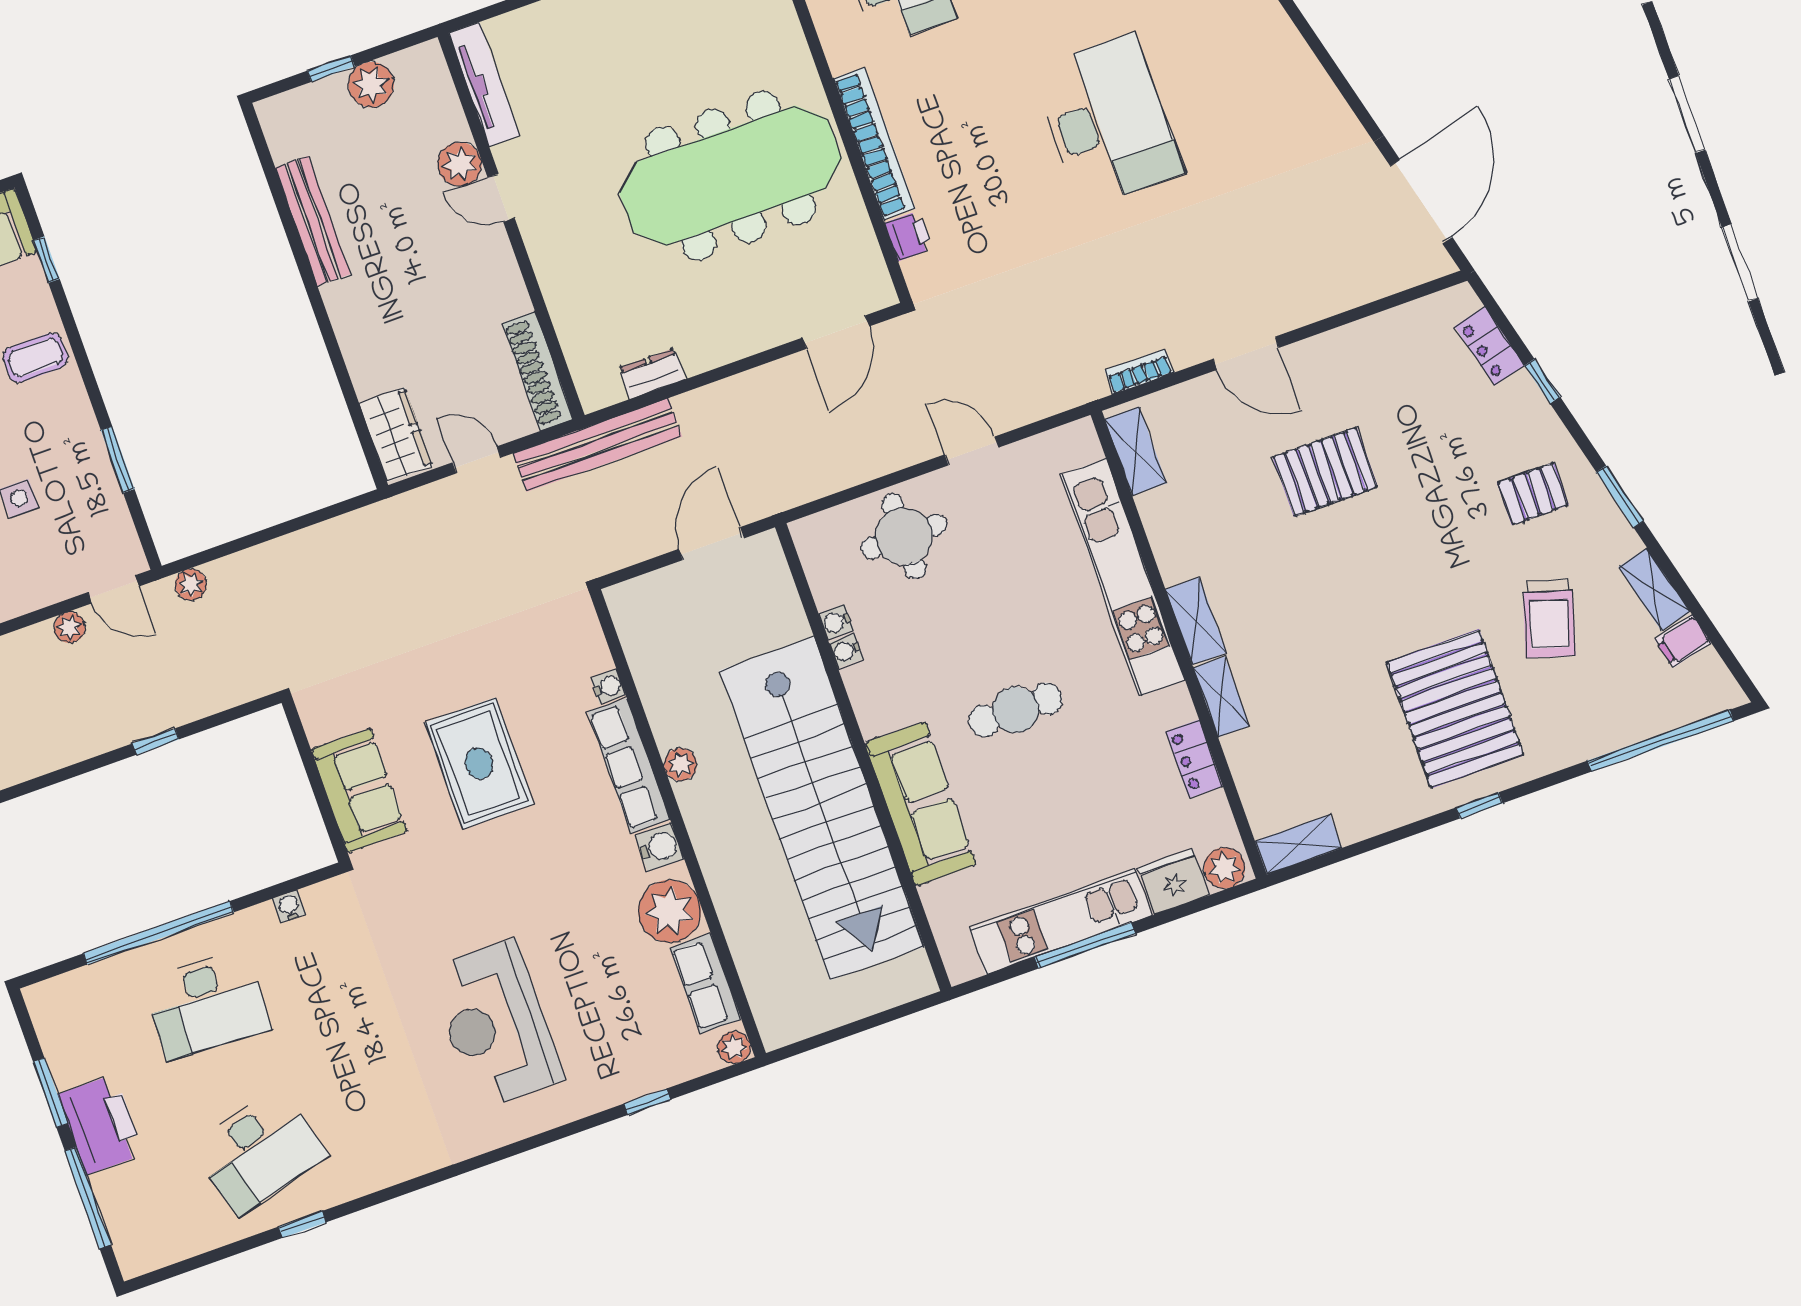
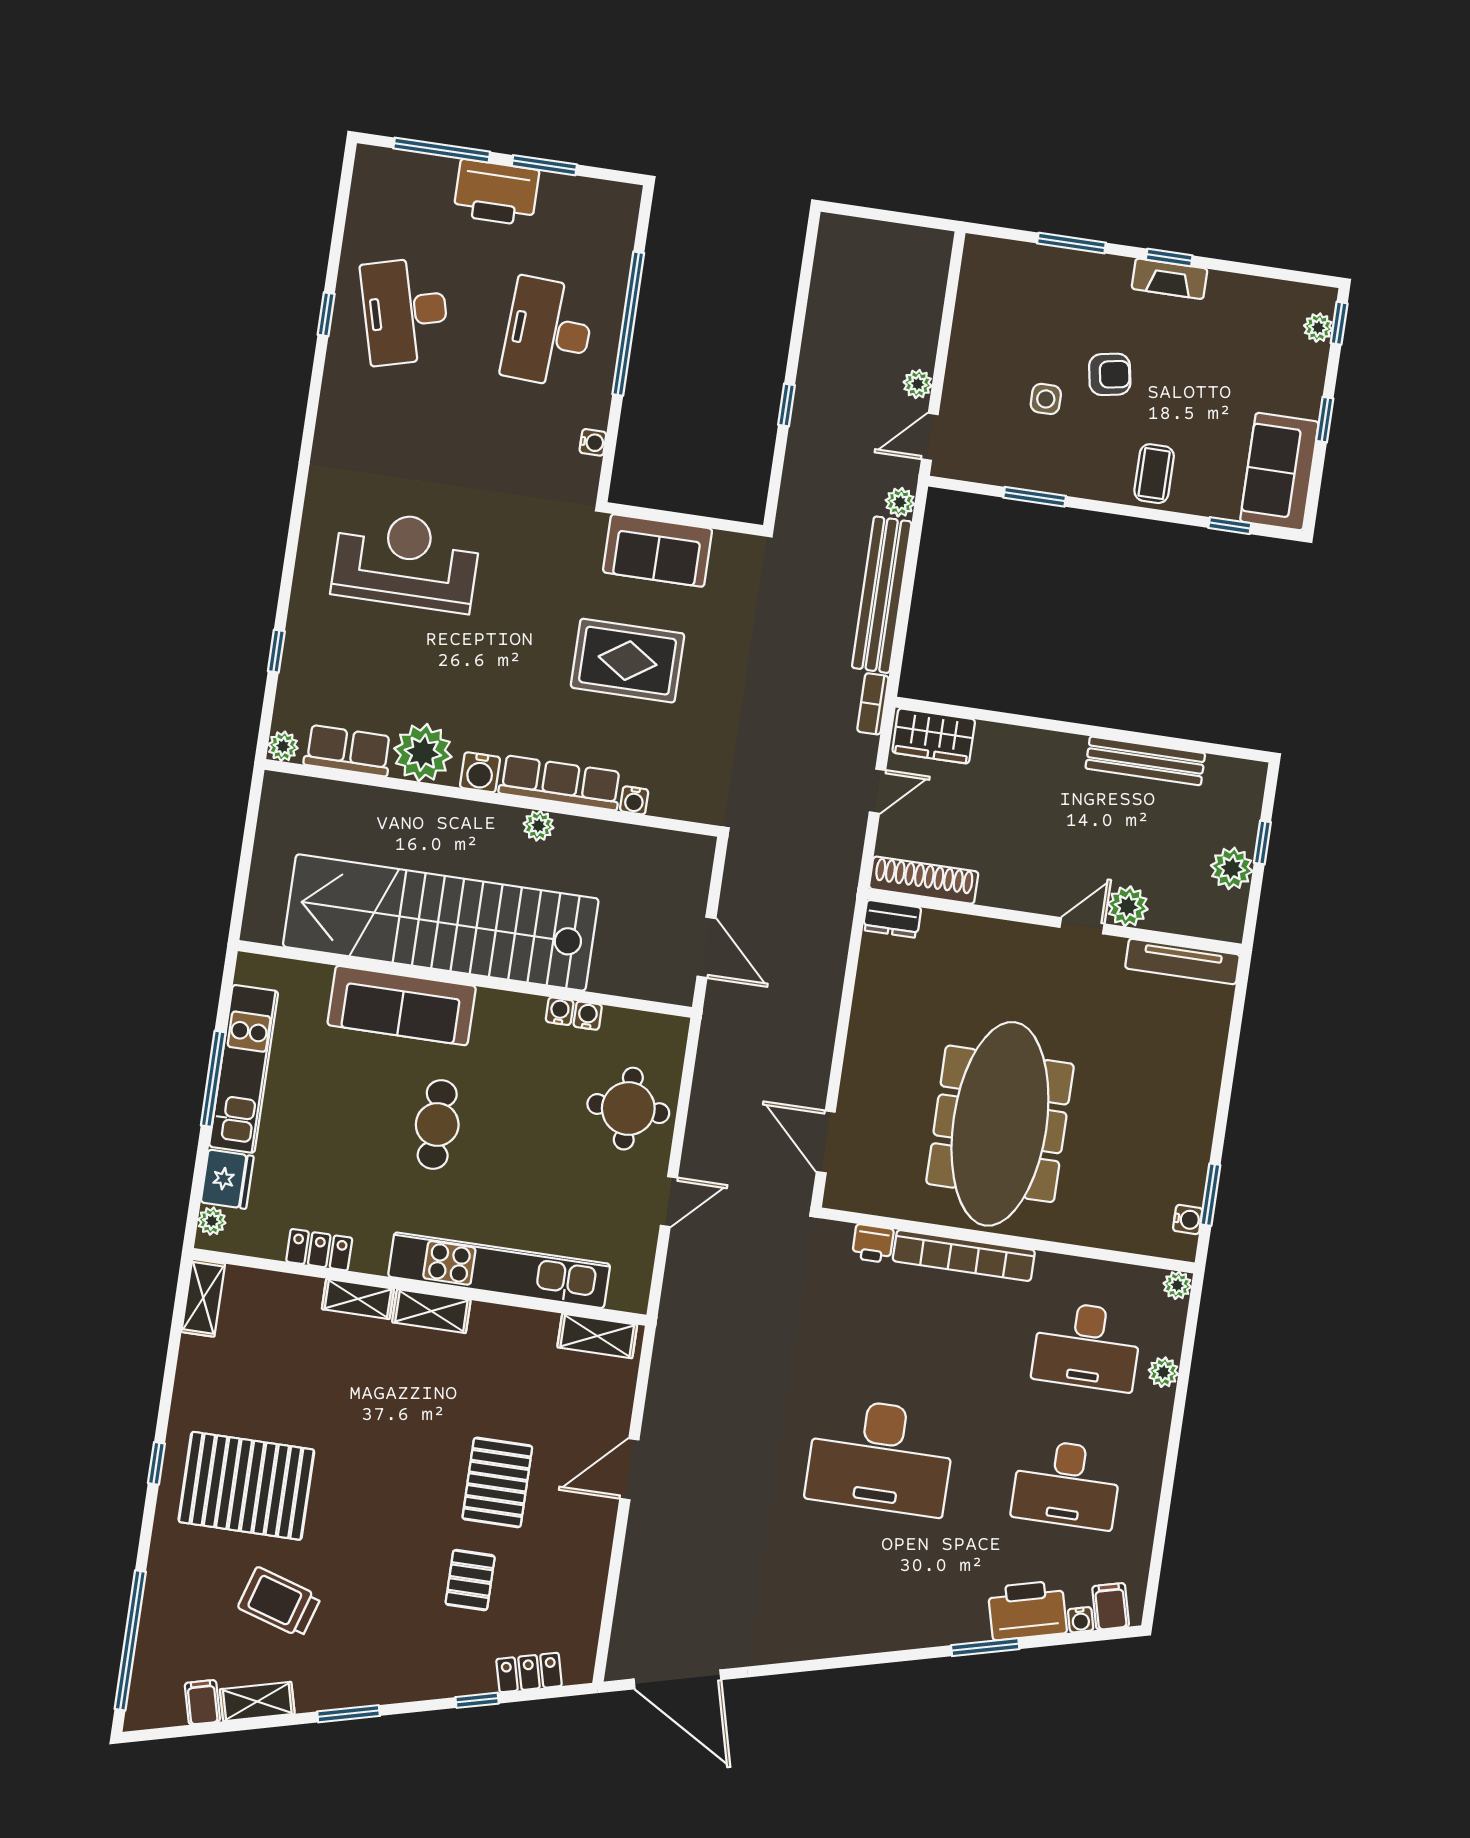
bookcase: (1139, 372) -> (873, 704), moved, turned 180
dresser: (652, 374) -> (892, 919), moved, turned 90
bench: (598, 445) -> (882, 595), moved
pallet: (1533, 494) -> (470, 1580), moved
plant: (1224, 868) -> (212, 1221), width x0.73, depth x0.73

